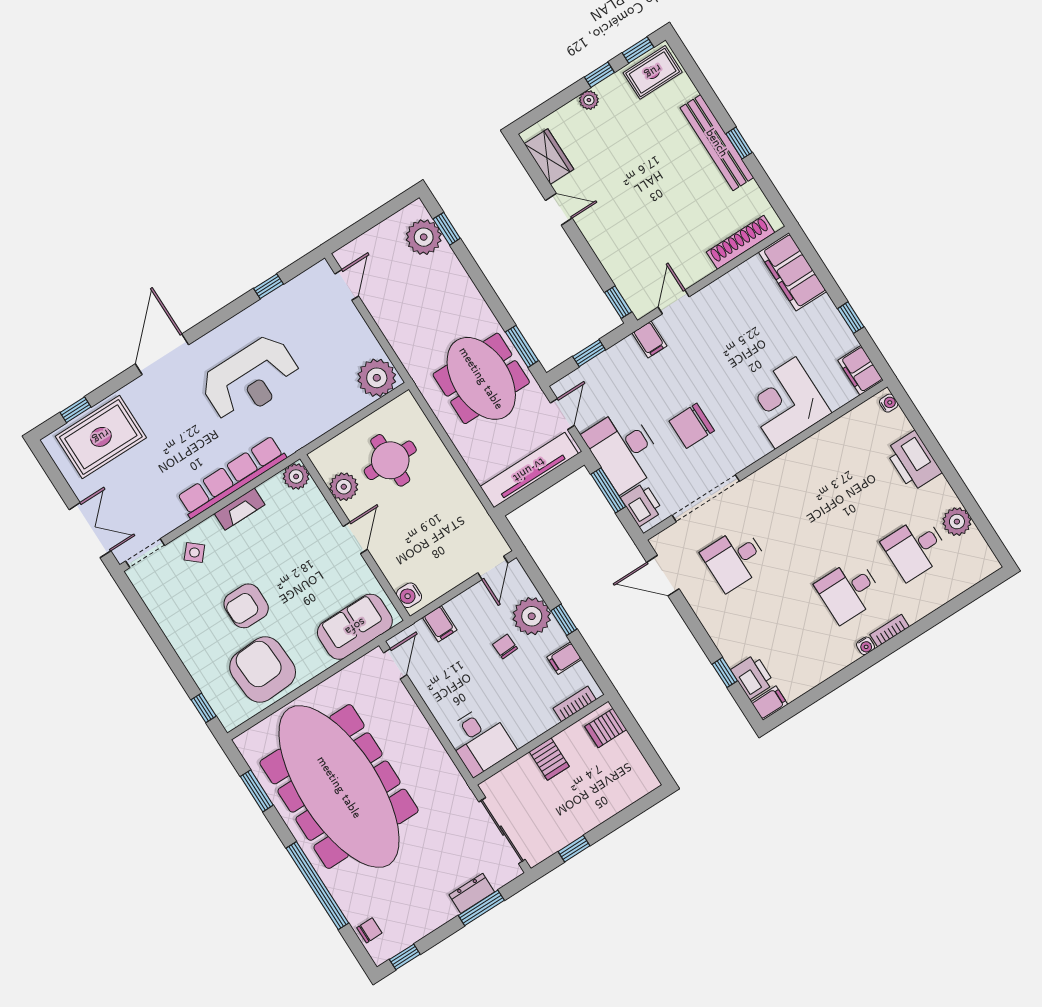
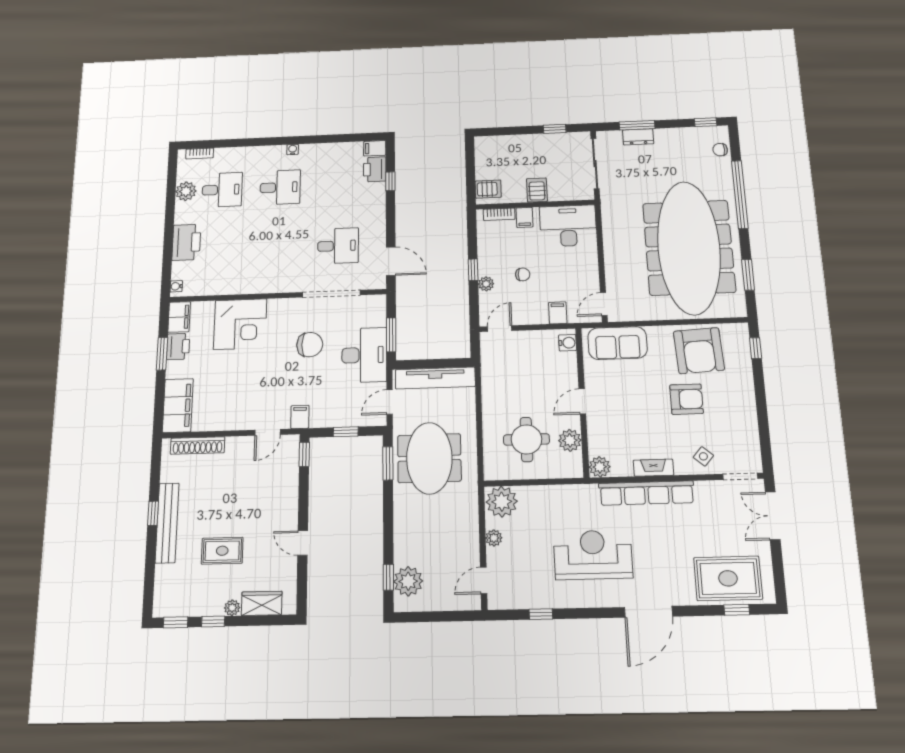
rug: (653, 72) -> (222, 551), moved
wardrobe: (549, 157) -> (262, 603), moved, turned 90
window: (851, 318) -> (162, 354), width x1.50
plant: (362, 335) -> (494, 538), added
printer: (642, 504) -> (178, 346), moved, turned 180
plant: (532, 616) -> (486, 284), width x0.53, depth x0.53
bookcase: (890, 631) -> (200, 153), moved
chair: (505, 646) -> (523, 274), turned -87
filing cabinet: (564, 658) -> (524, 217), moved, turned 90
desk: (480, 740) -> (568, 226), width x1.37

